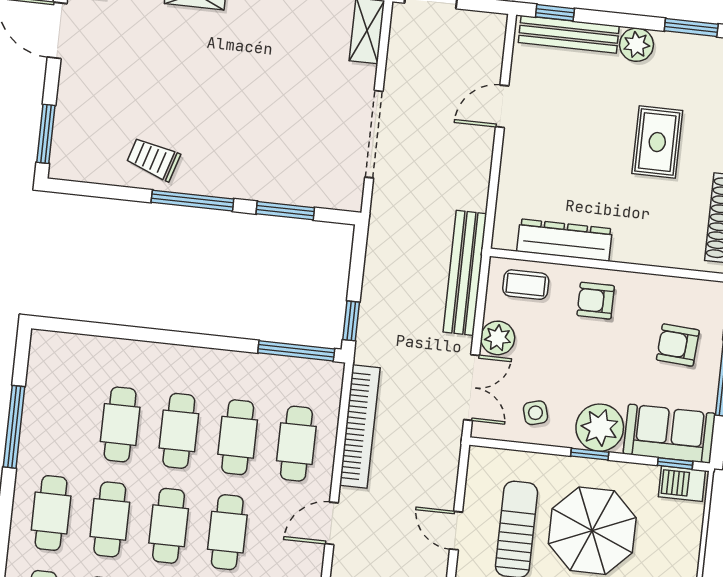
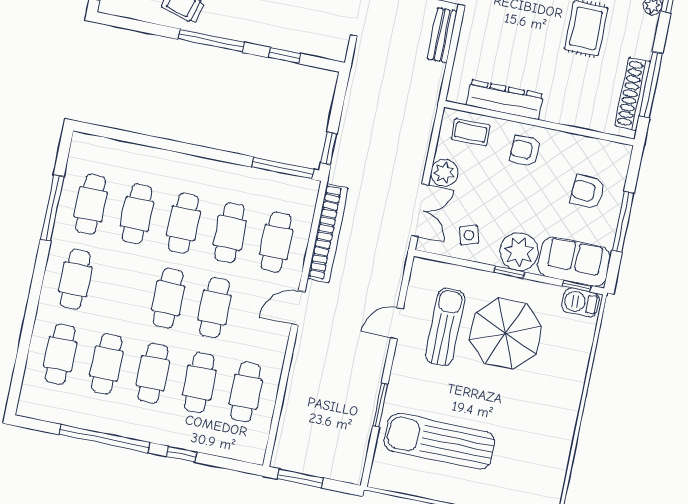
window: (285, 211) -> (284, 56), width x0.67
bench: (465, 273) -> (442, 35), moved, width x0.54, depth x0.82
cafe table: (110, 519) -> (91, 204), moved
door: (456, 531) -> (397, 323), hinge flipped

